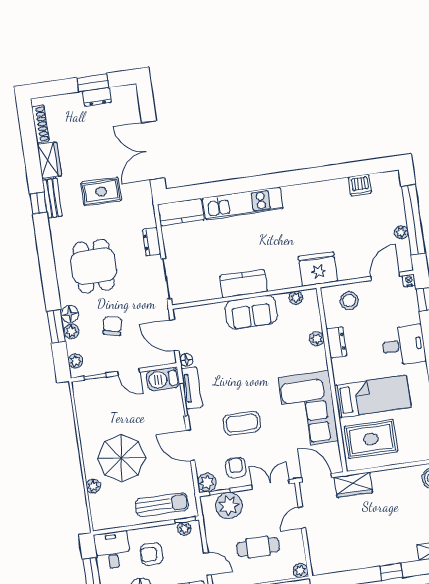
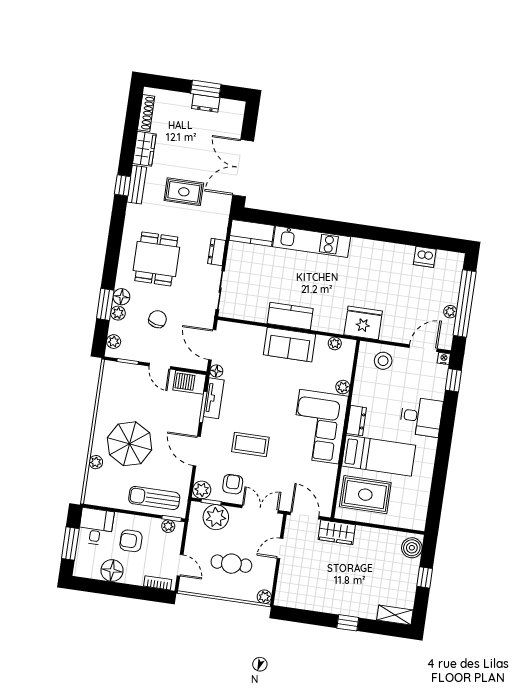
dresser: (336, 342) -> (356, 421), moved
corner sofa: (308, 409) -> (319, 427), moved
sun lounger: (162, 505) -> (154, 498), turned 180

